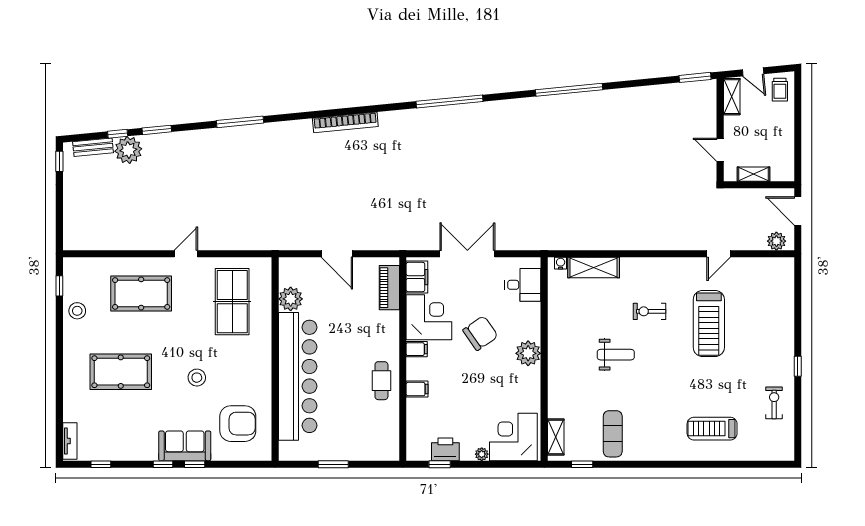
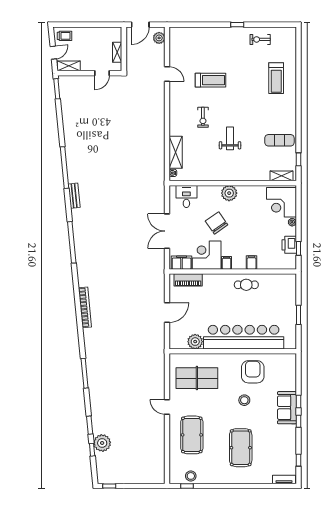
bench: (93, 147) -> (74, 196), moved
stool: (77, 311) -> (191, 476), moved
treadmill: (709, 323) -> (211, 80), width x0.73, depth x0.73
armchair: (238, 424) -> (253, 372), moved

